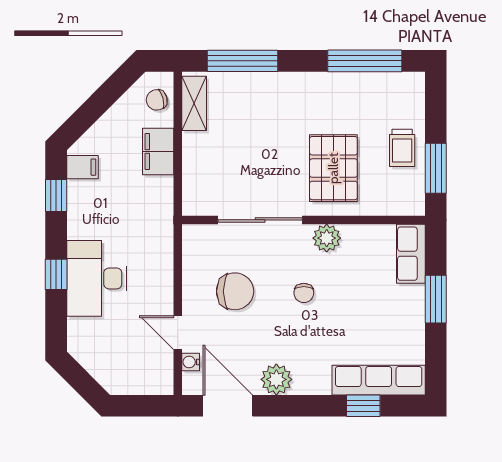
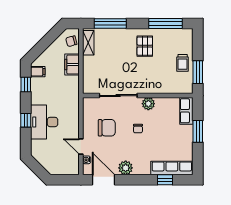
pallet: (333, 168) -> (145, 46), moved, width x0.67, depth x0.71

